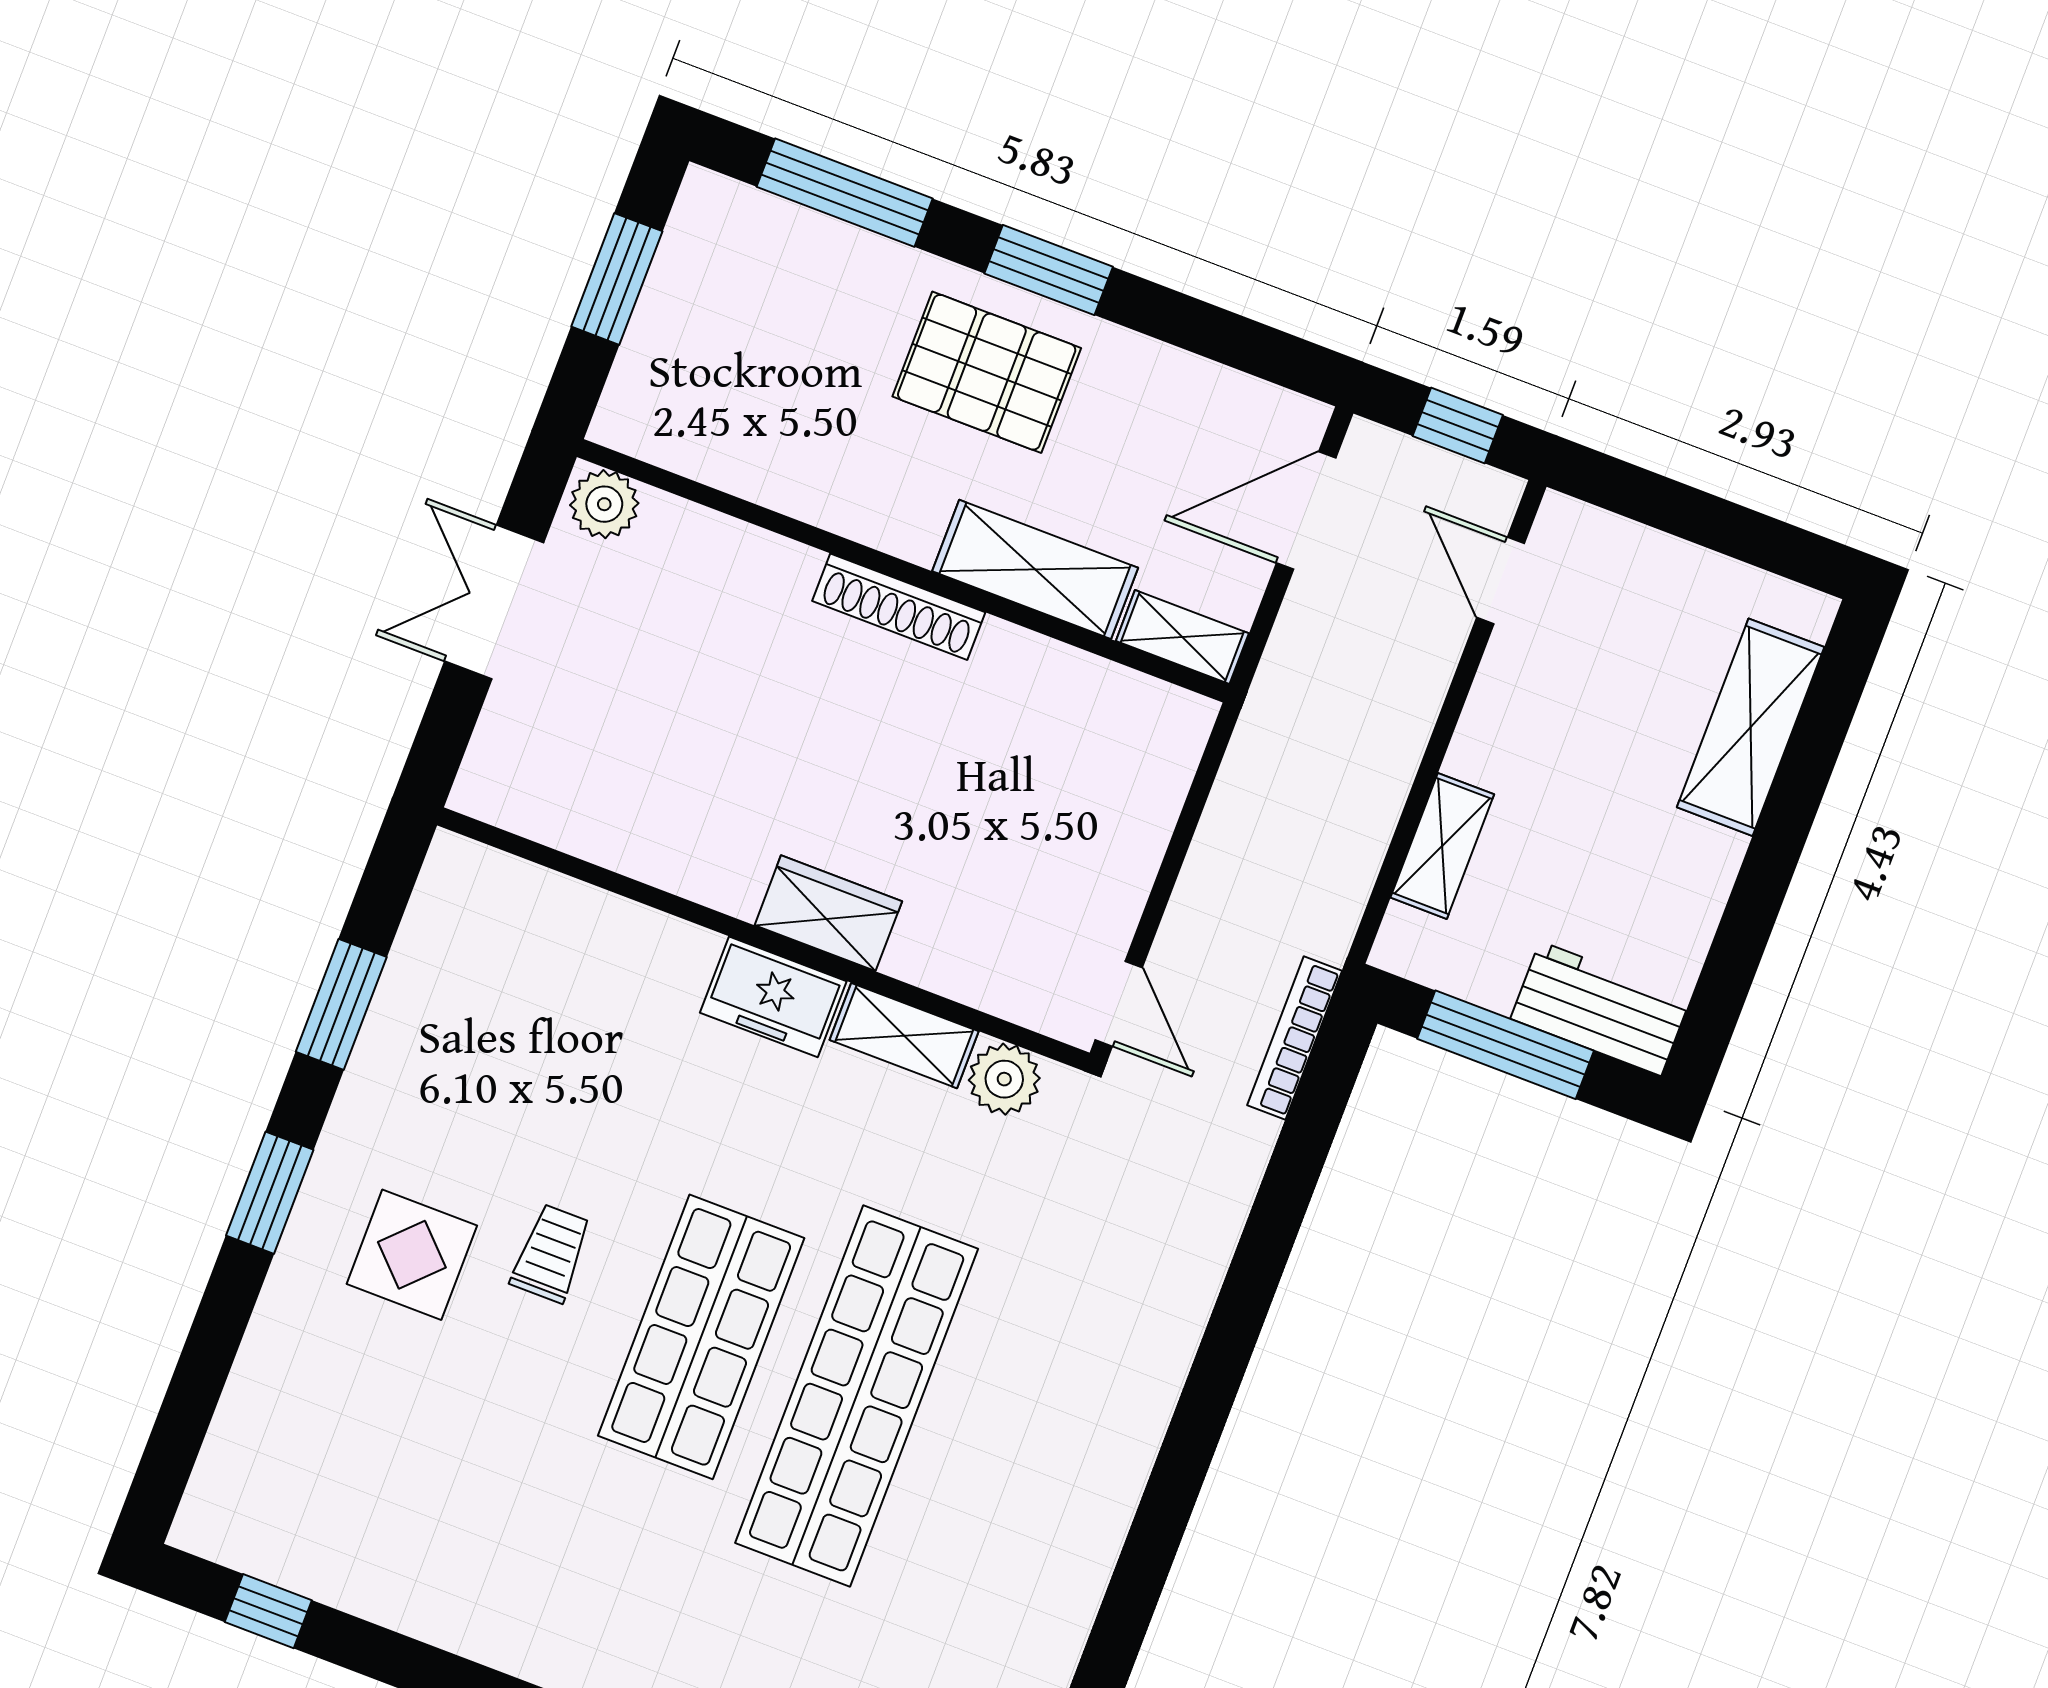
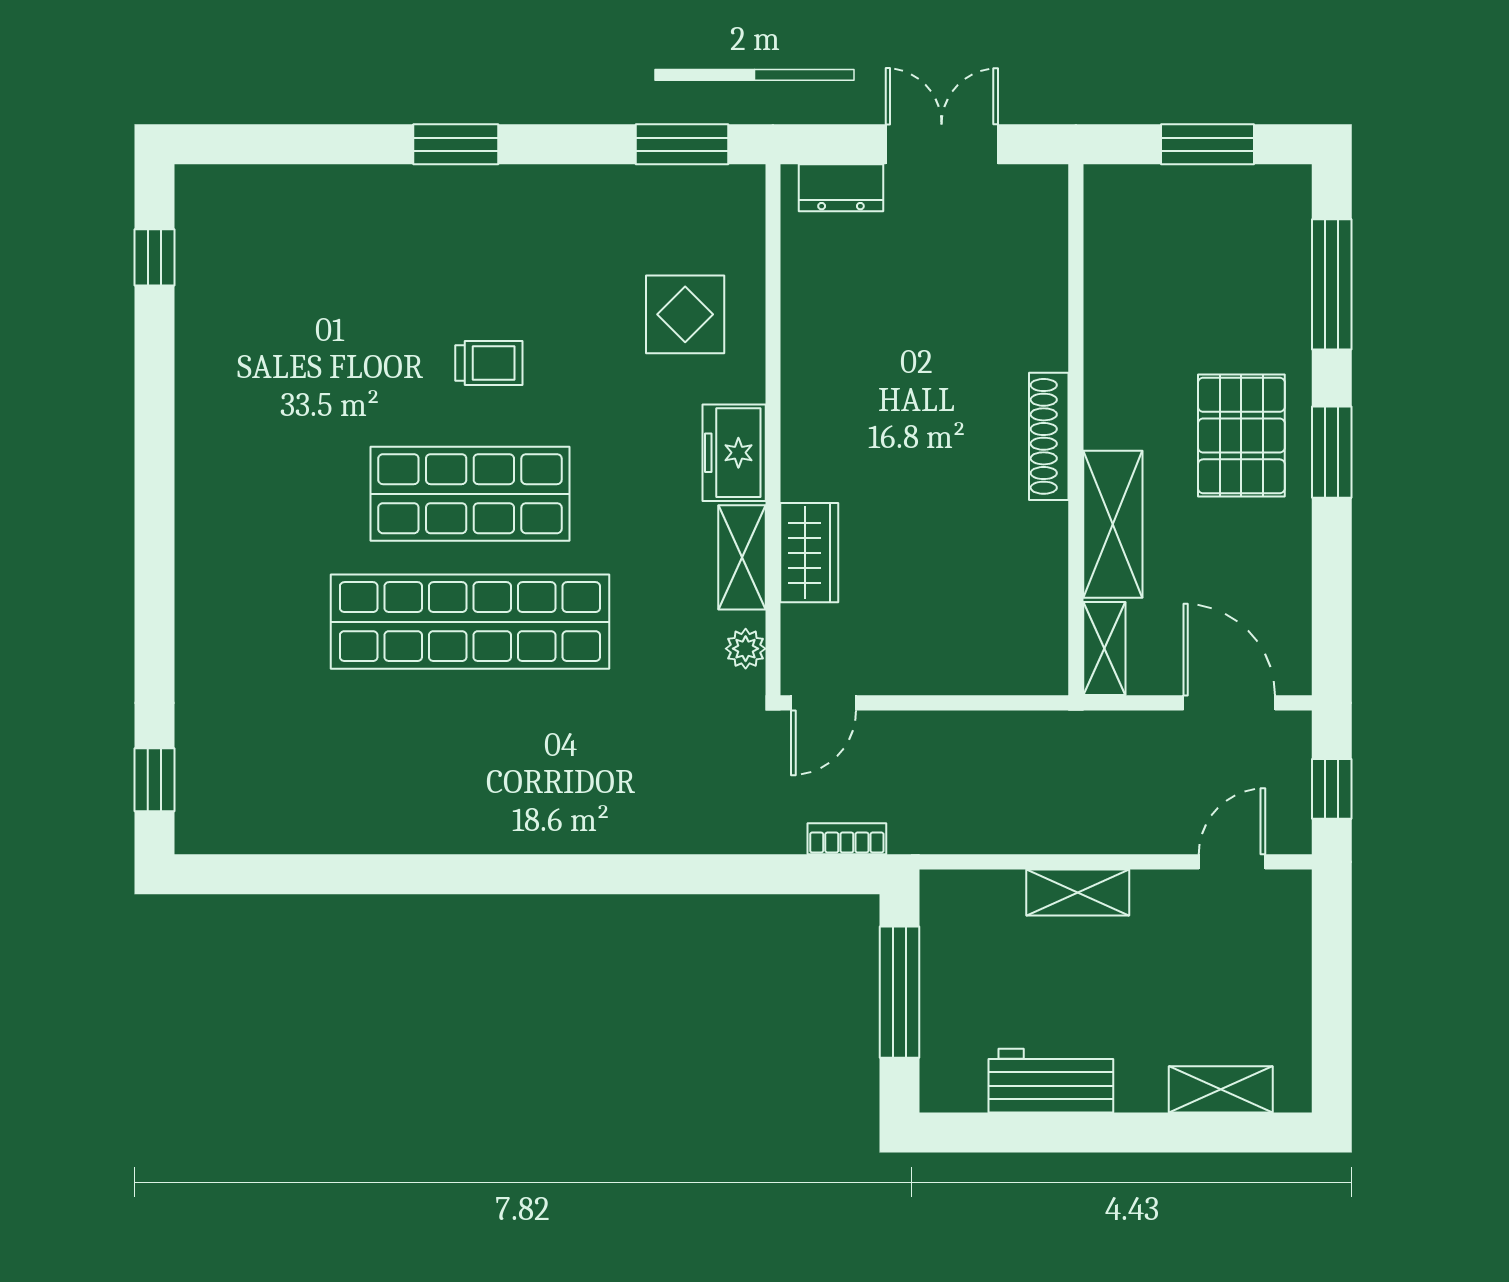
plant: (604, 504) -> (1042, 197), removed
shelving: (1751, 727) -> (1221, 1089), width x0.67, depth x0.75
dresser: (500, 745) -> (841, 188), added
shelving: (1442, 846) -> (1078, 892), moved
wardrobe: (828, 913) -> (809, 553), moved
window: (341, 1004) -> (682, 144), moved
workbench: (1601, 1009) -> (1051, 1081), moved, turned -90
bookcase: (1295, 1038) -> (847, 839), width x0.64
plant: (1004, 1079) -> (746, 649), width x0.73, depth x0.73
display table: (412, 1255) -> (685, 314), moved

